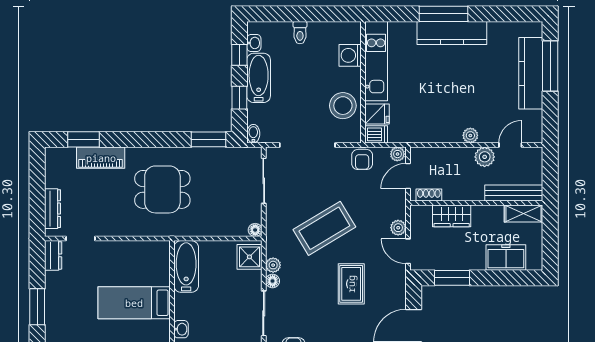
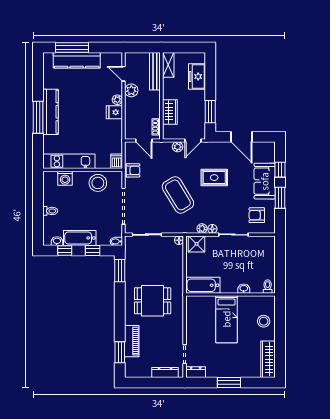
fridge: (377, 114) -> (114, 112), moved, turned -90
plant: (397, 154) -> (129, 147), removed
dining table: (162, 189) -> (153, 301), turned 90

